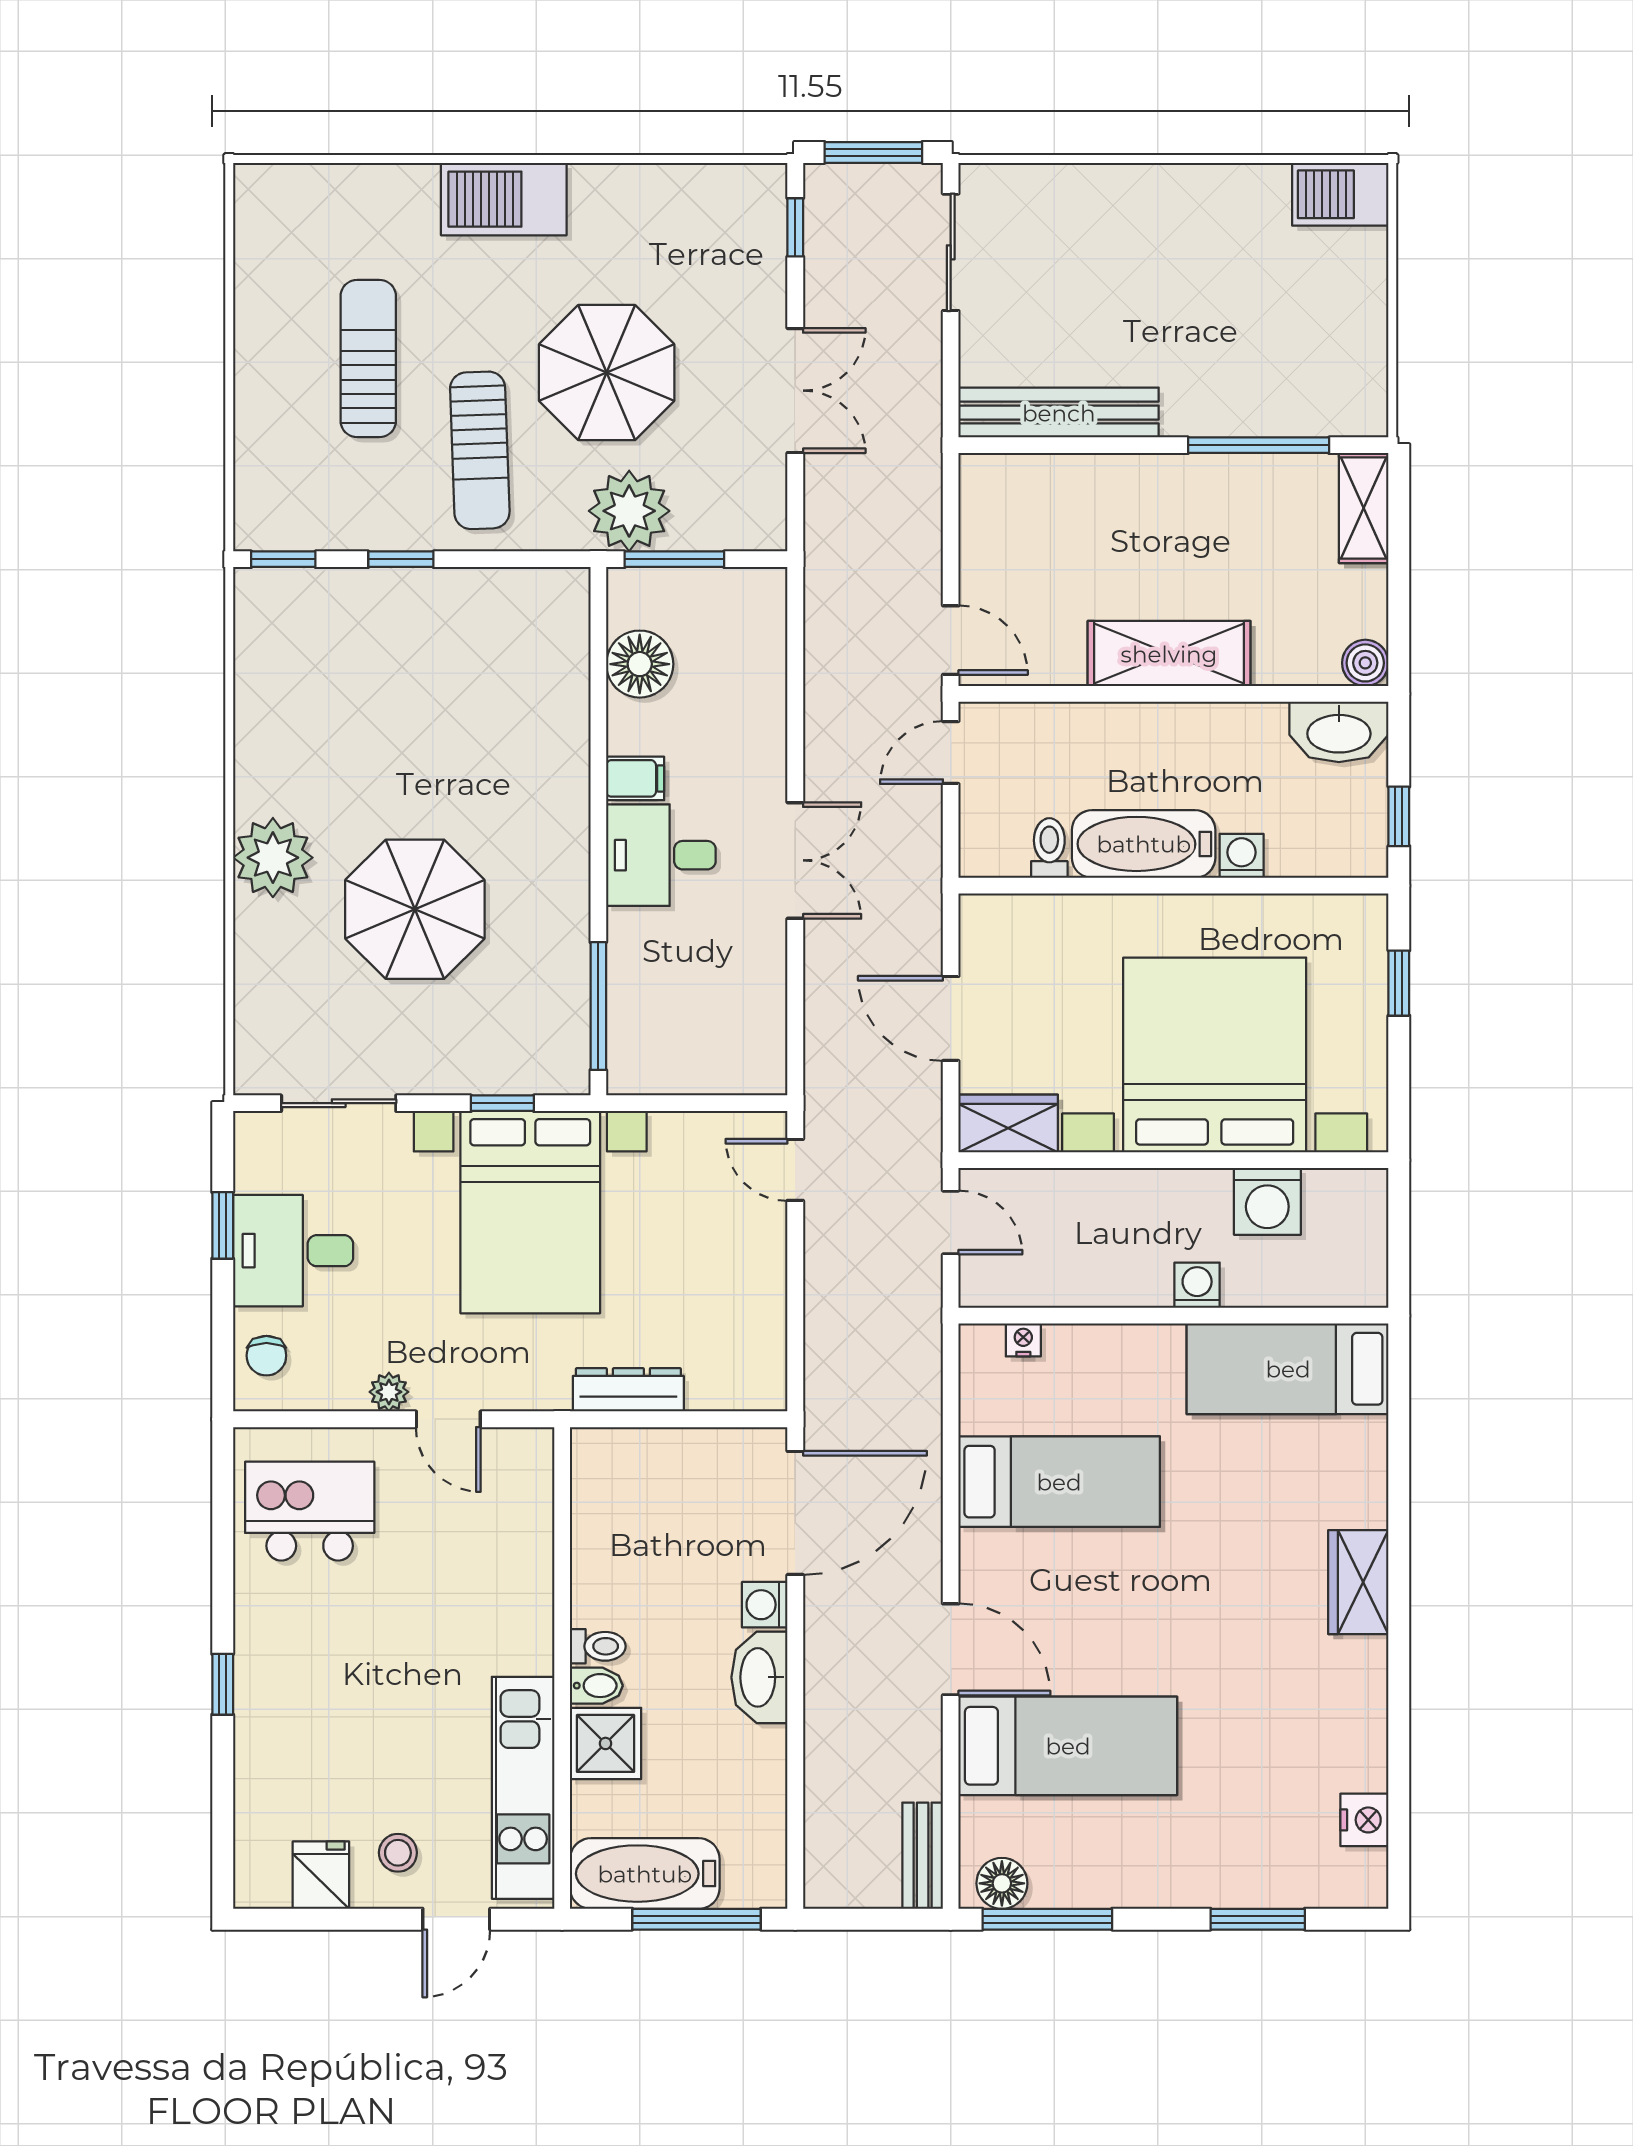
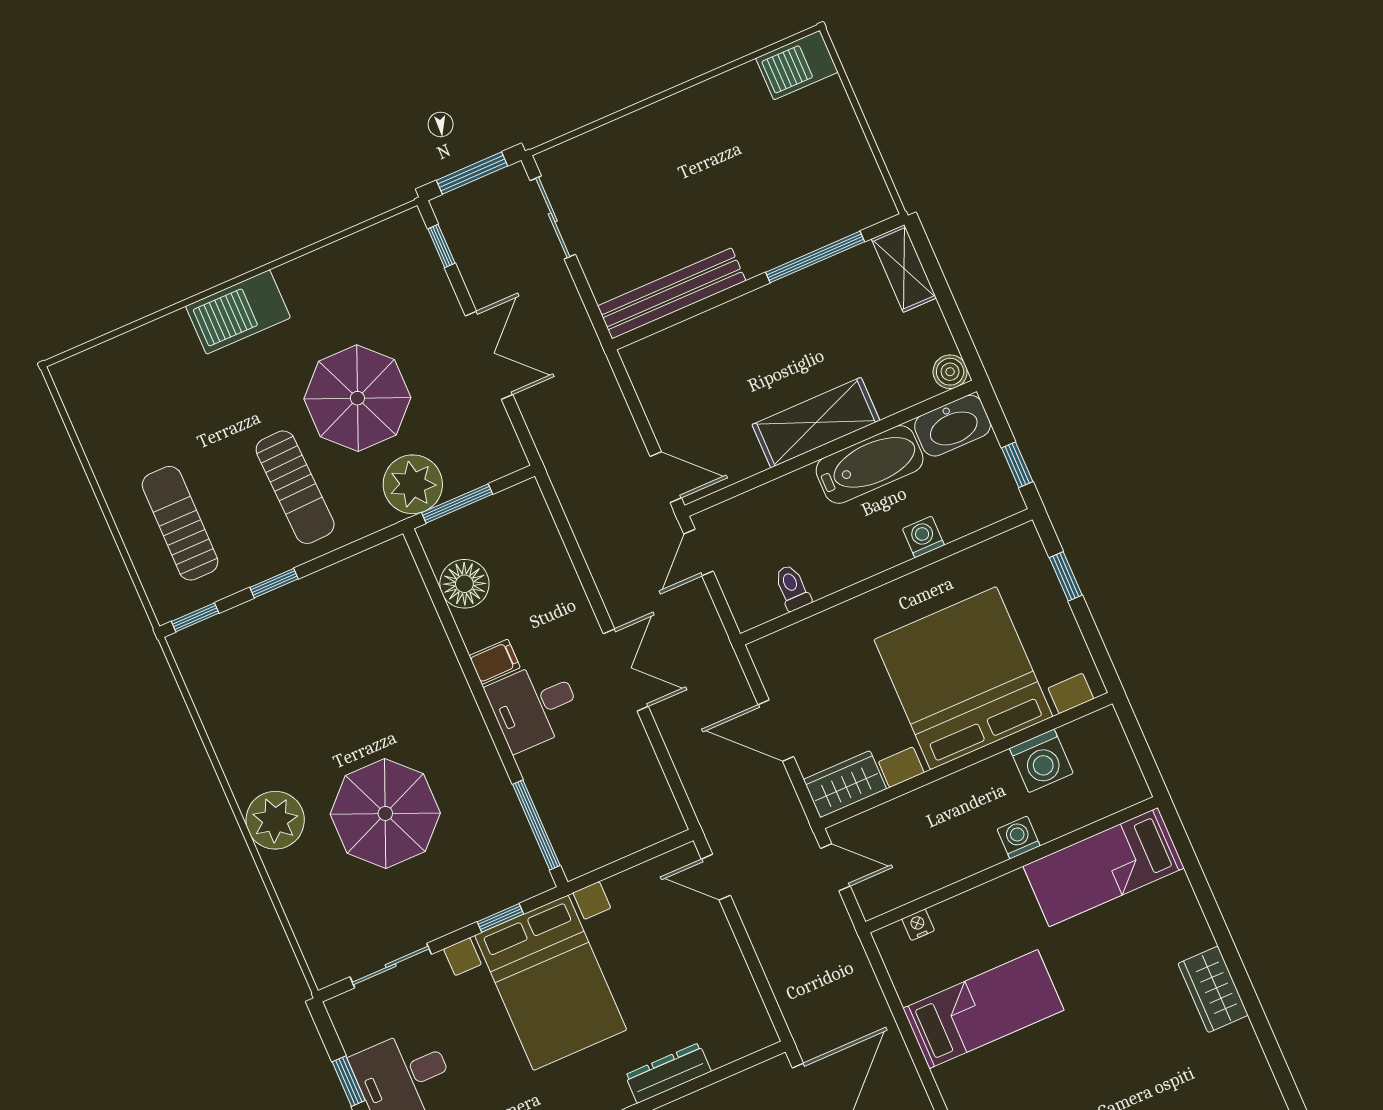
sun lounger: (368, 358) -> (180, 523), moved
bathtub: (1144, 844) -> (870, 465), moved, turned 180

